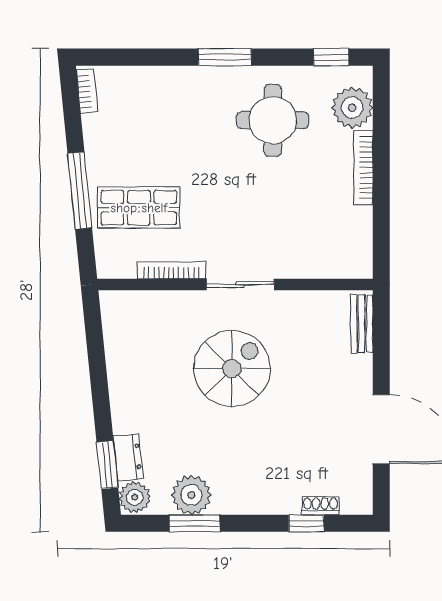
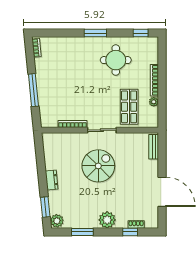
plant: (352, 108) -> (154, 102), moved, width x0.53, depth x0.53
shop shelf: (139, 208) -> (129, 107), moved, turned 90
dresser: (128, 457) -> (52, 180), moved
plant: (191, 495) -> (107, 220), moved

